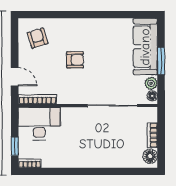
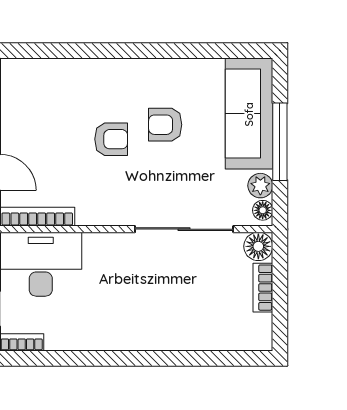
armchair: (38, 38) -> (165, 125), moved, turned -73
window: (161, 61) -> (280, 142), width x1.44
floor lamp: (150, 156) -> (258, 246), moved

